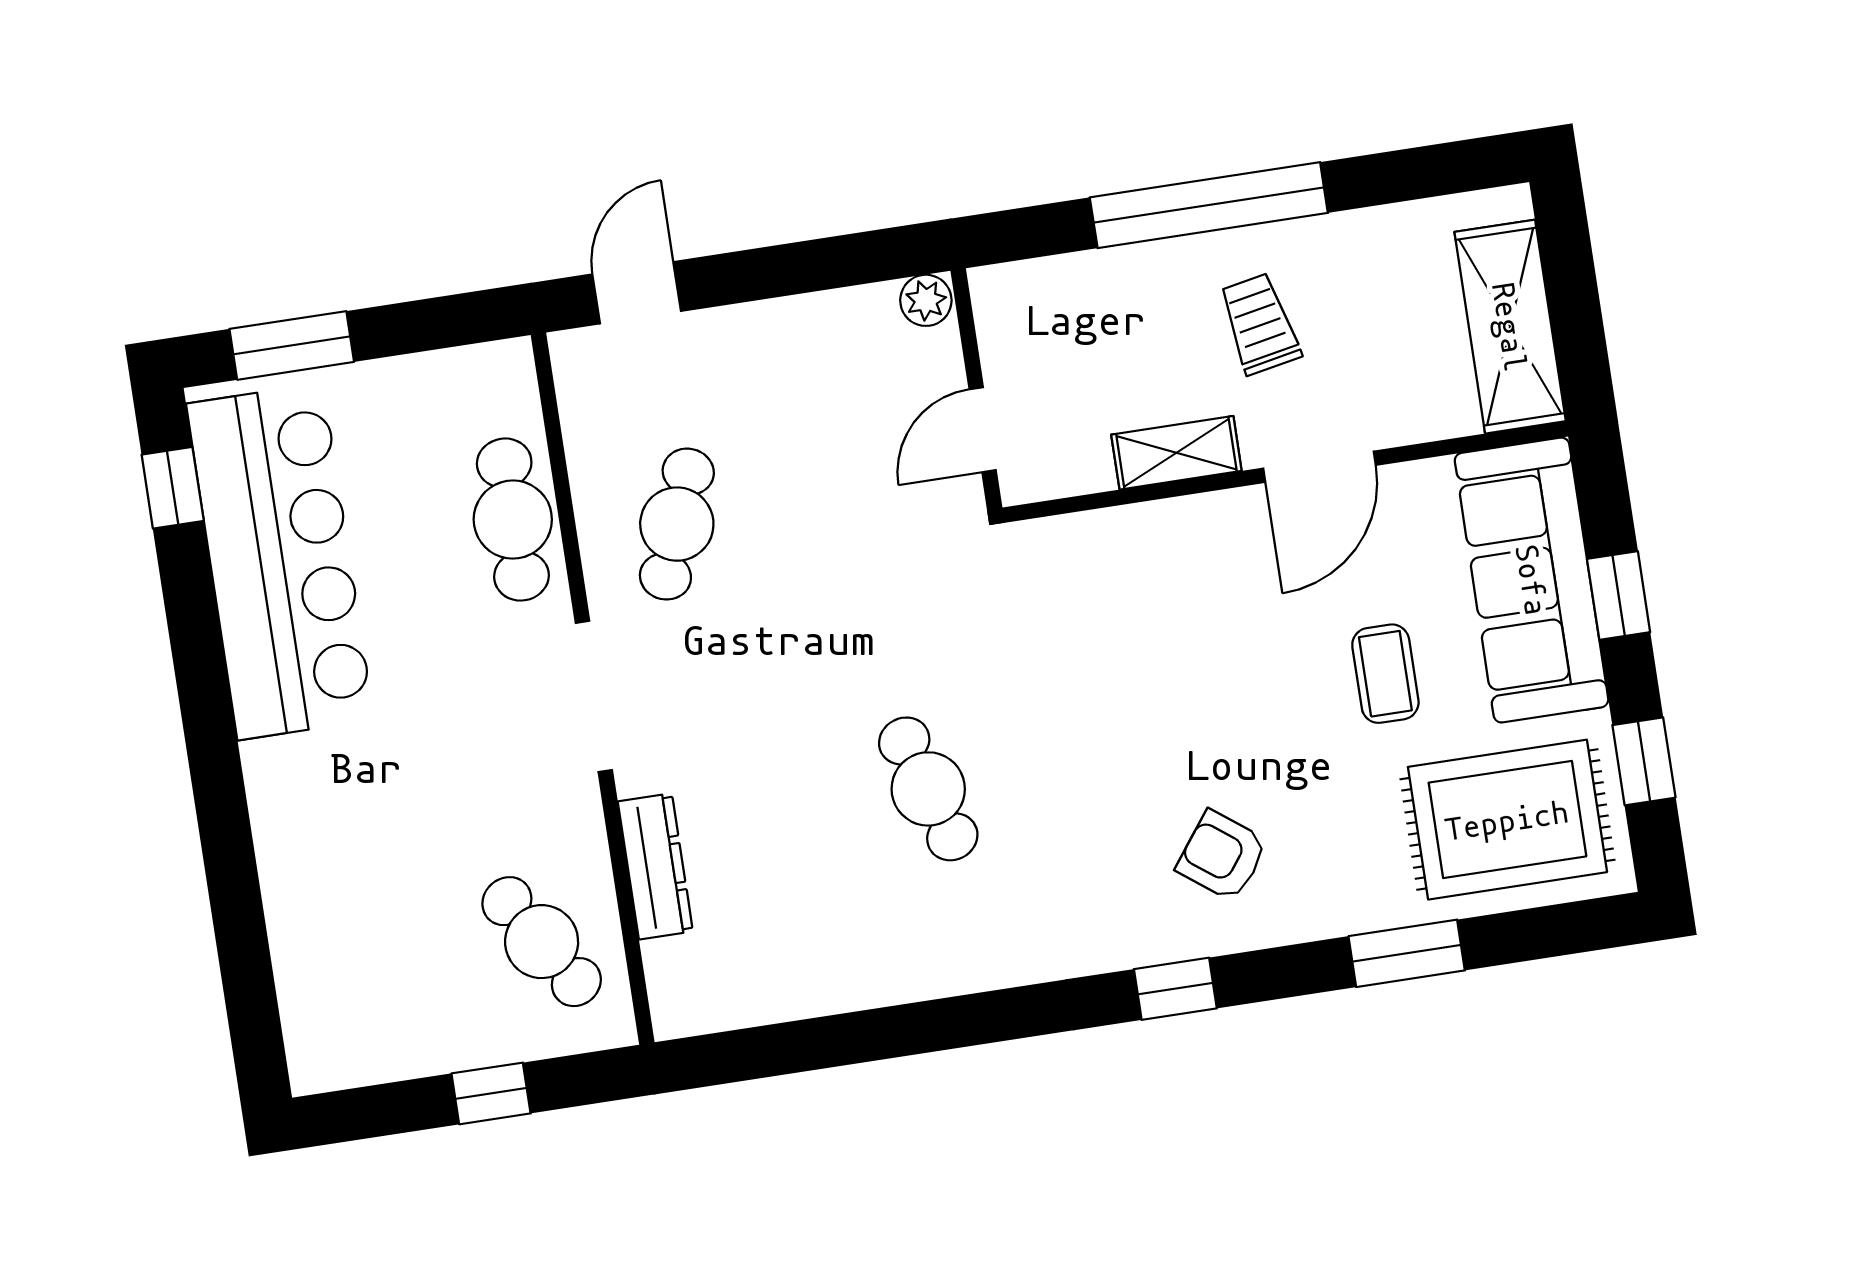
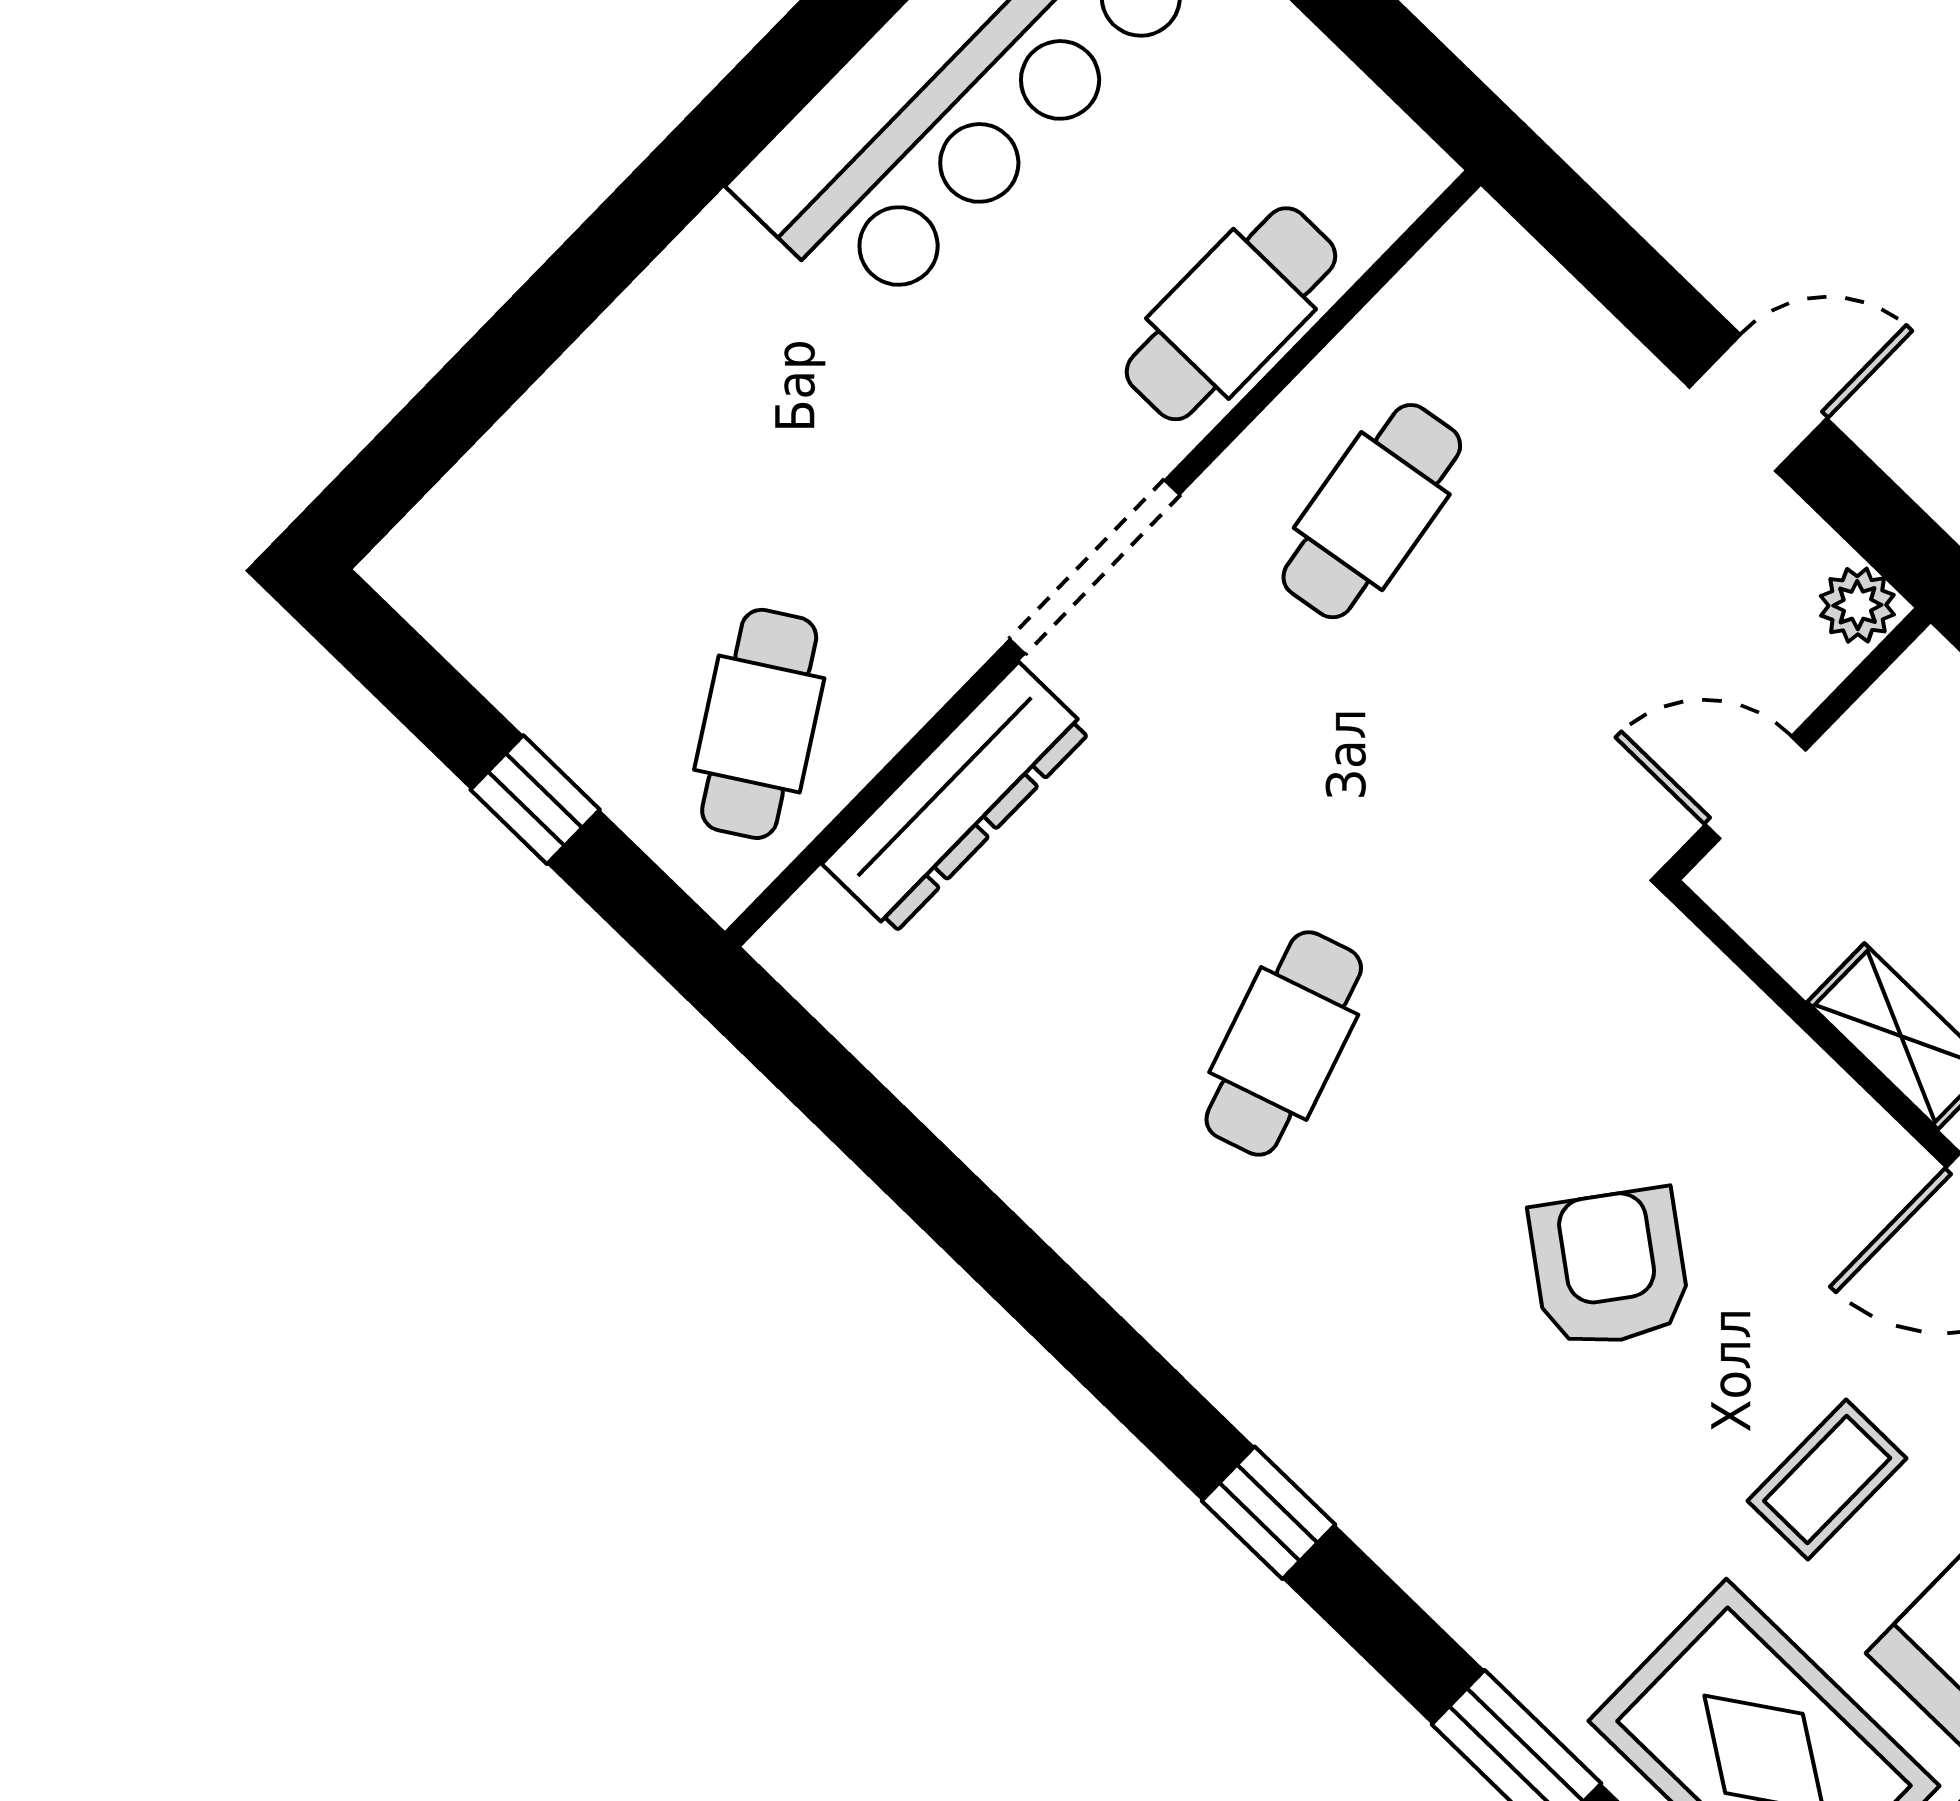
door: (637, 293) -> (1758, 403), moved
cafe table: (677, 524) -> (1372, 511), turned -30
armchair: (1222, 856) -> (1610, 1268), moved, width x1.38, depth x1.38
dresser: (655, 866) -> (956, 798), width x1.37, depth x1.24

